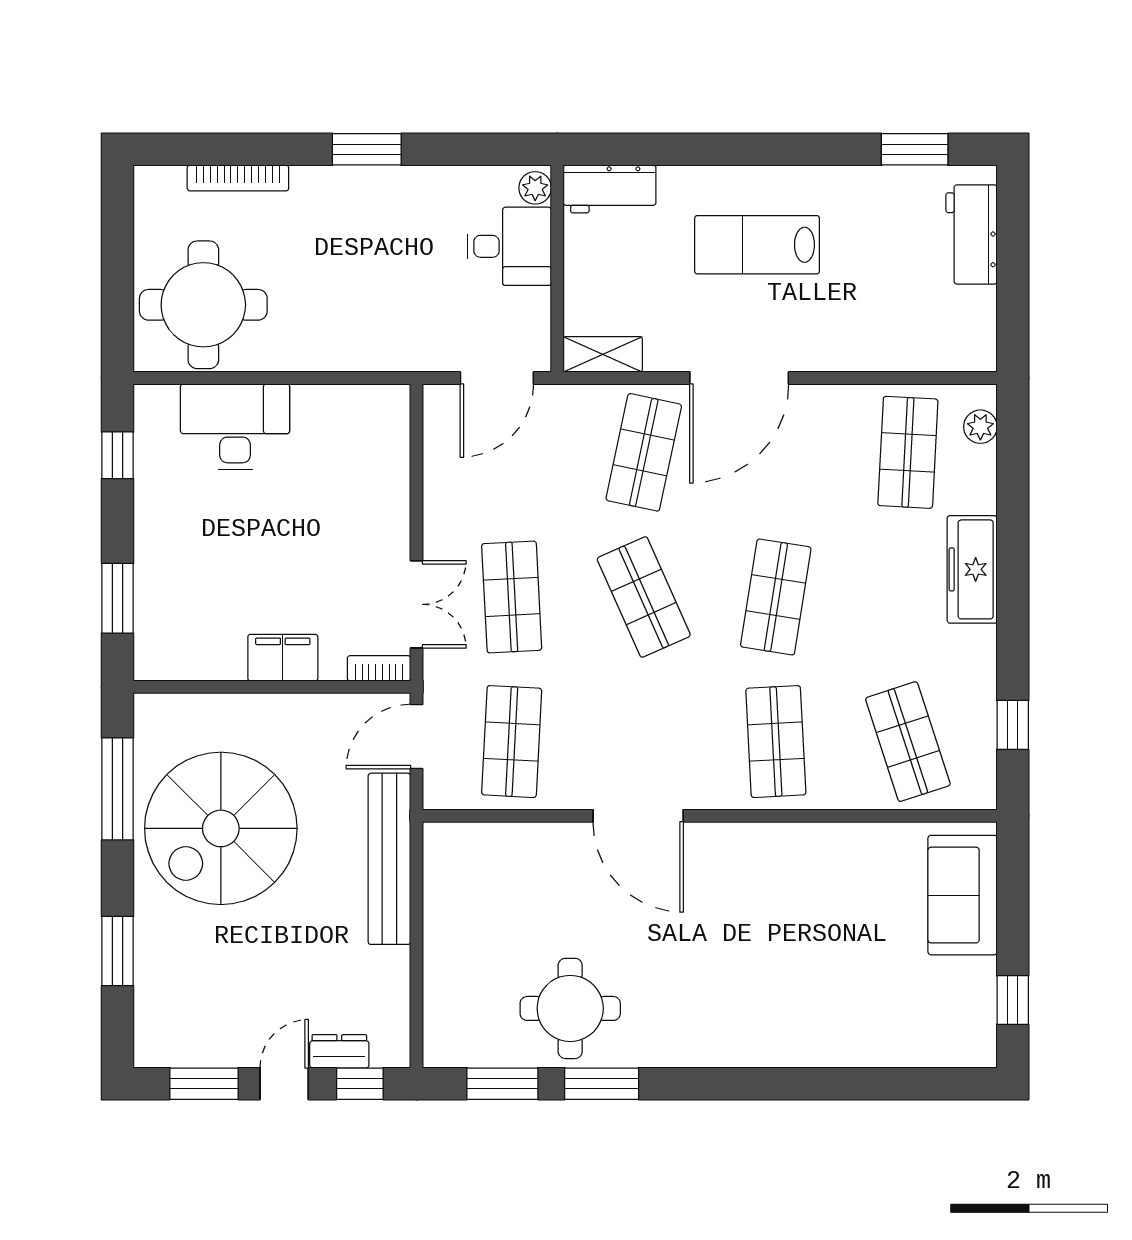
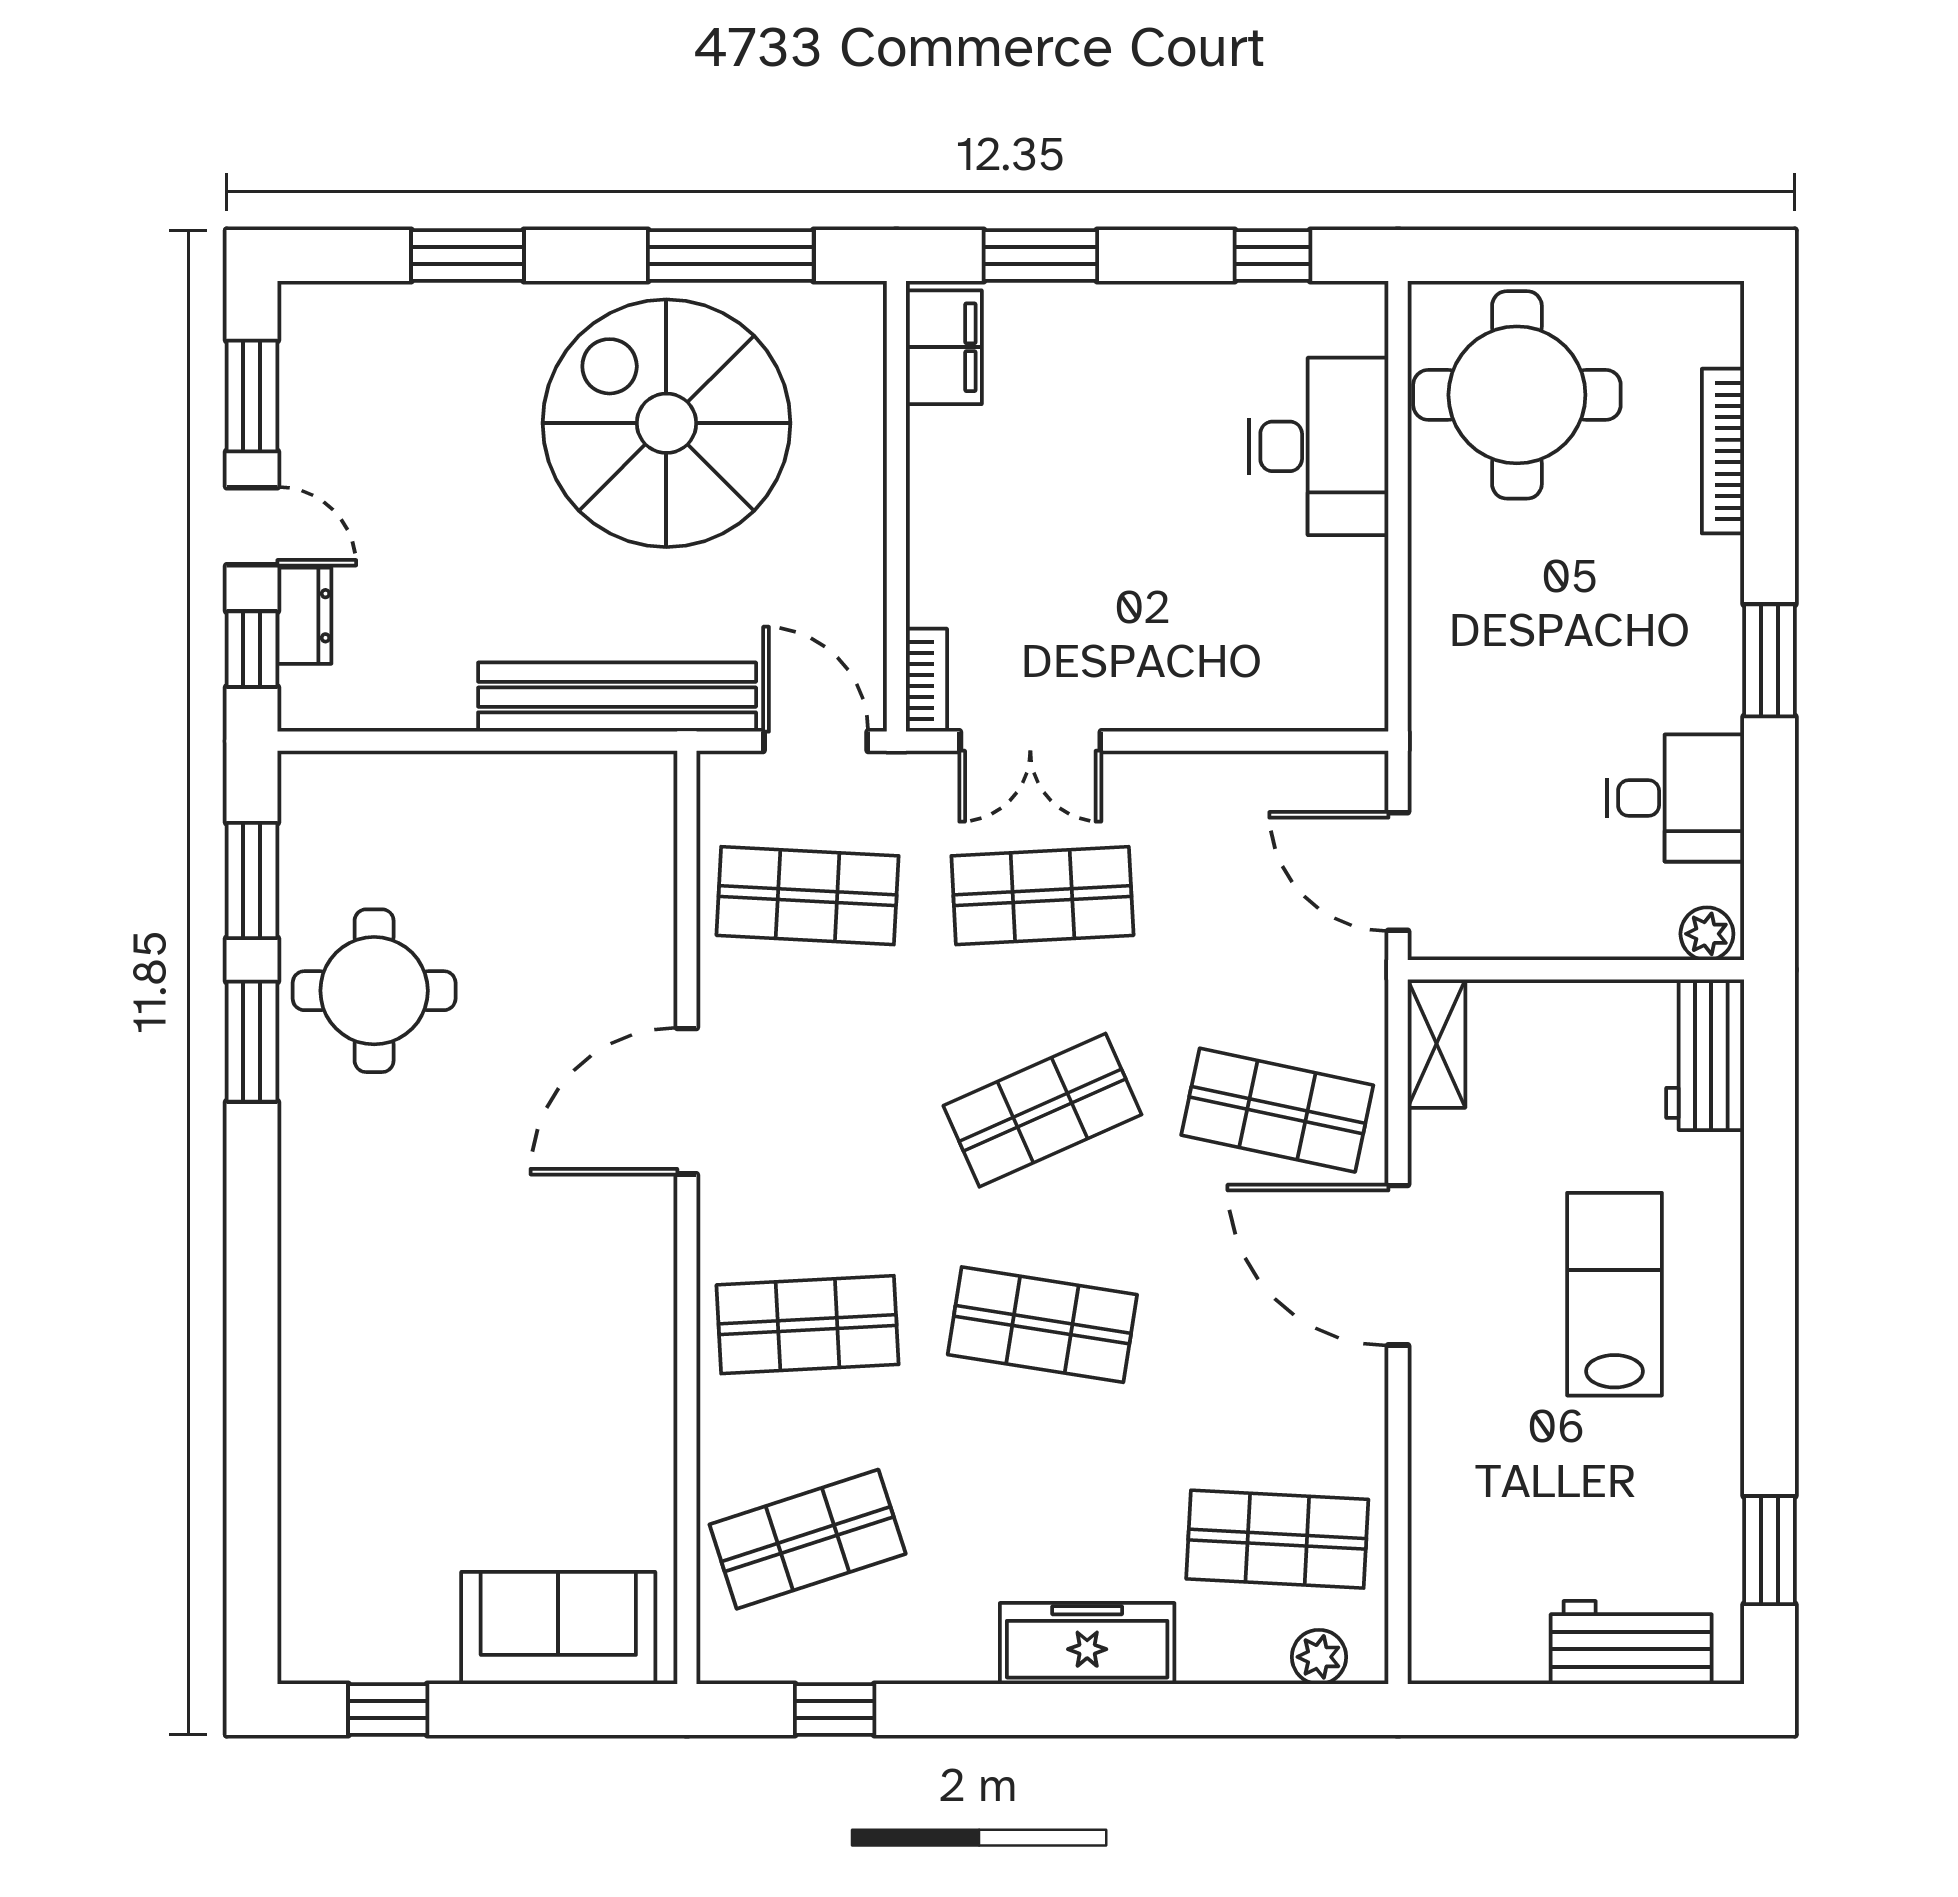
desk: (509, 246) -> (1676, 798), moved, turned -90
filing cabinet: (283, 658) -> (944, 347), moved

